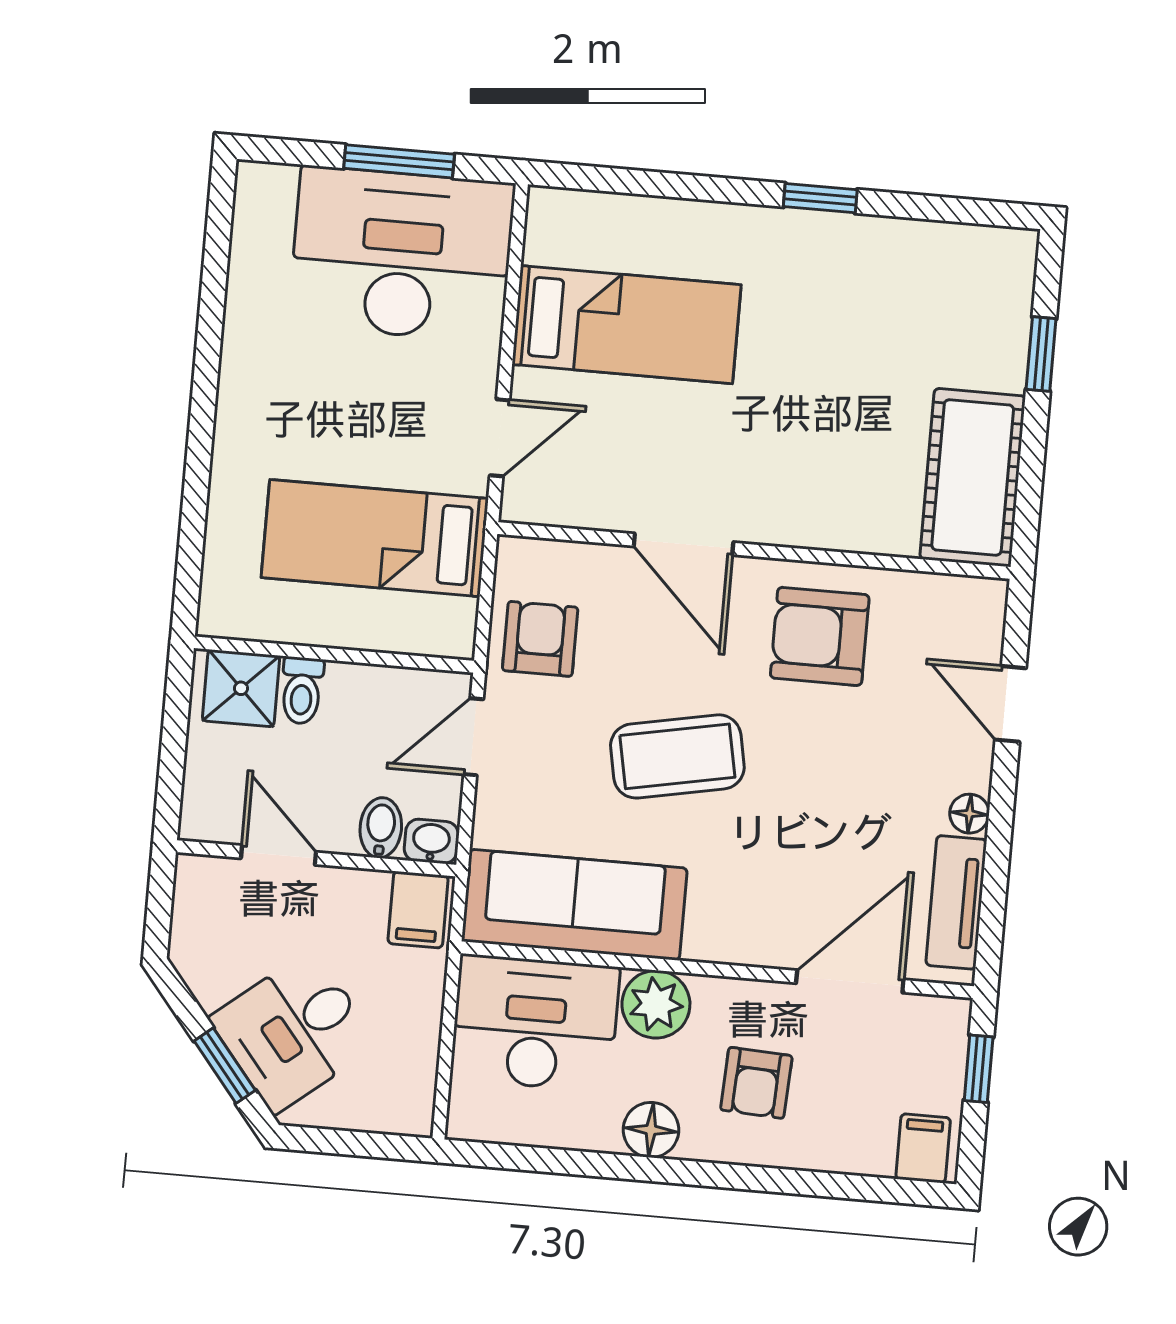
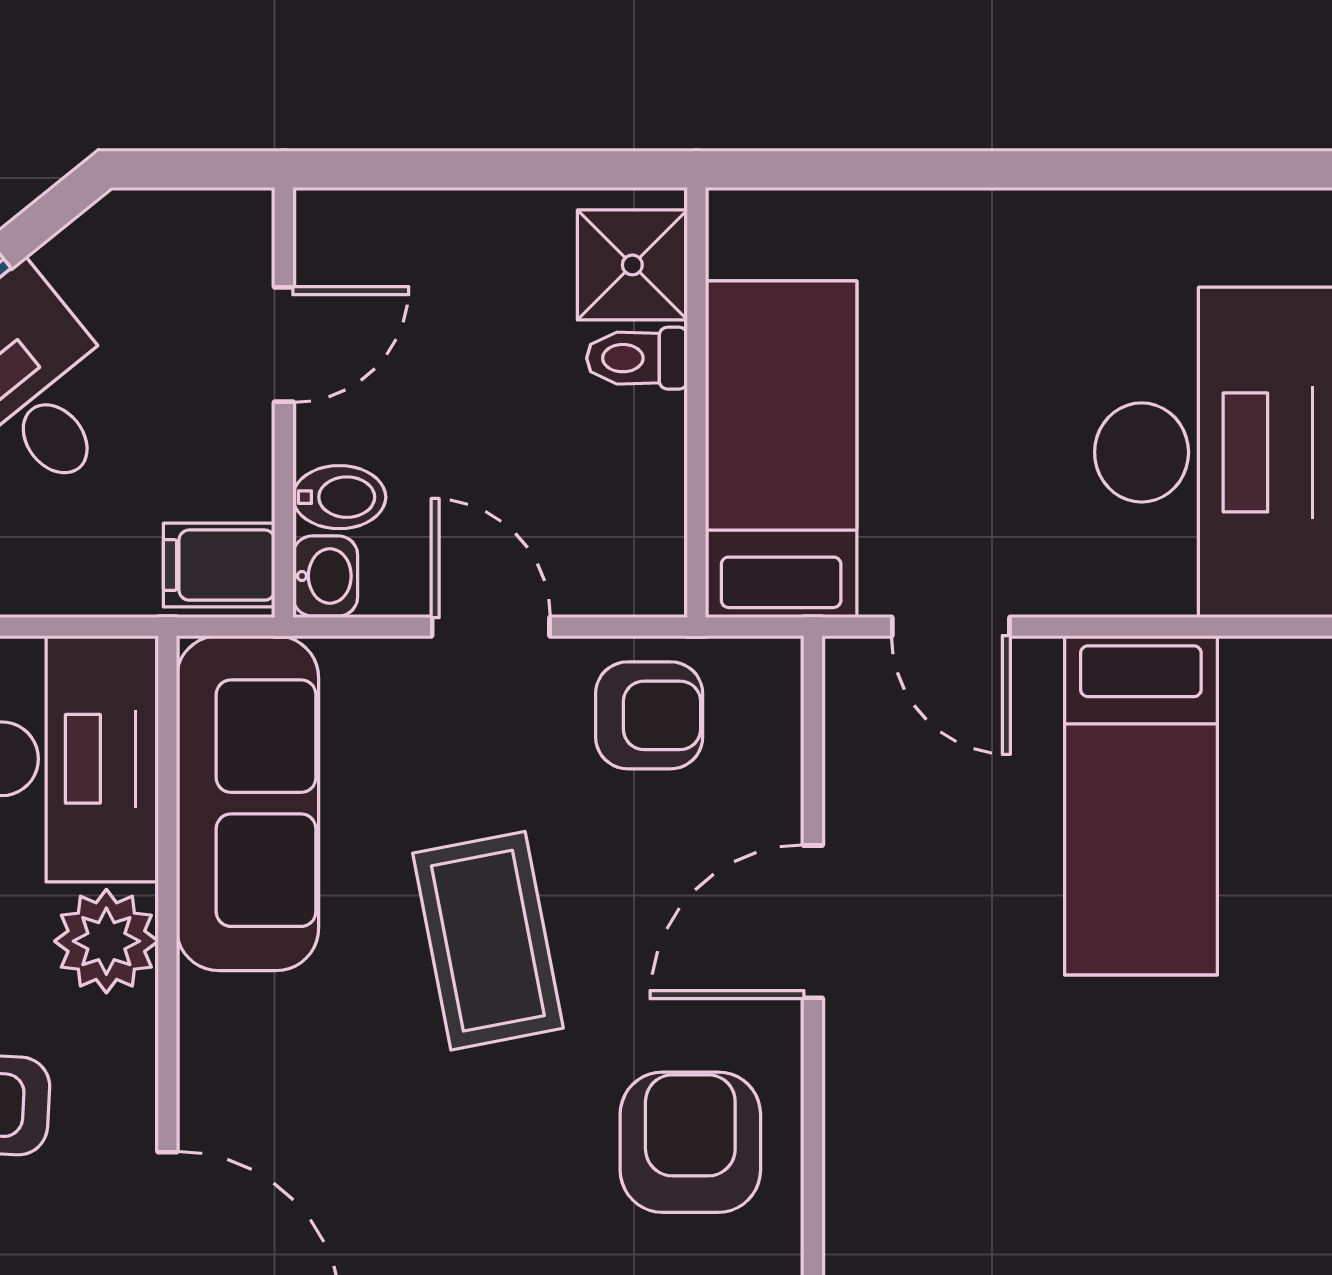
wall: (334, 655) -> (696, 402), moved
shower: (241, 688) -> (632, 265), moved
toilet: (302, 691) -> (637, 358), moved

